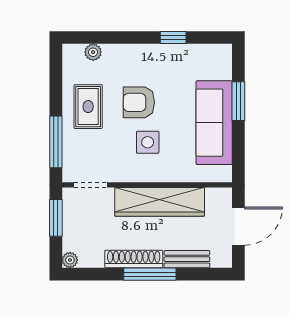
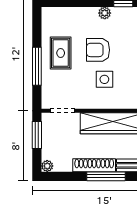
plant: (93, 52) -> (105, 13), moved
window: (56, 142) -> (37, 66), moved

